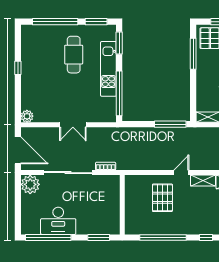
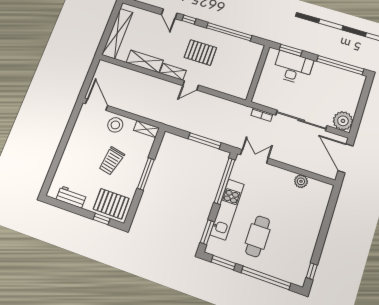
window: (193, 54) -> (146, 174), moved
window: (18, 68) -> (312, 271), moved
plant: (27, 116) -> (301, 181), moved
window: (170, 124) -> (205, 141), moved
double door: (73, 125) -> (254, 156), moved
pallet: (162, 198) -> (200, 53), moved, turned 90
desk: (58, 221) -> (293, 68), moved

